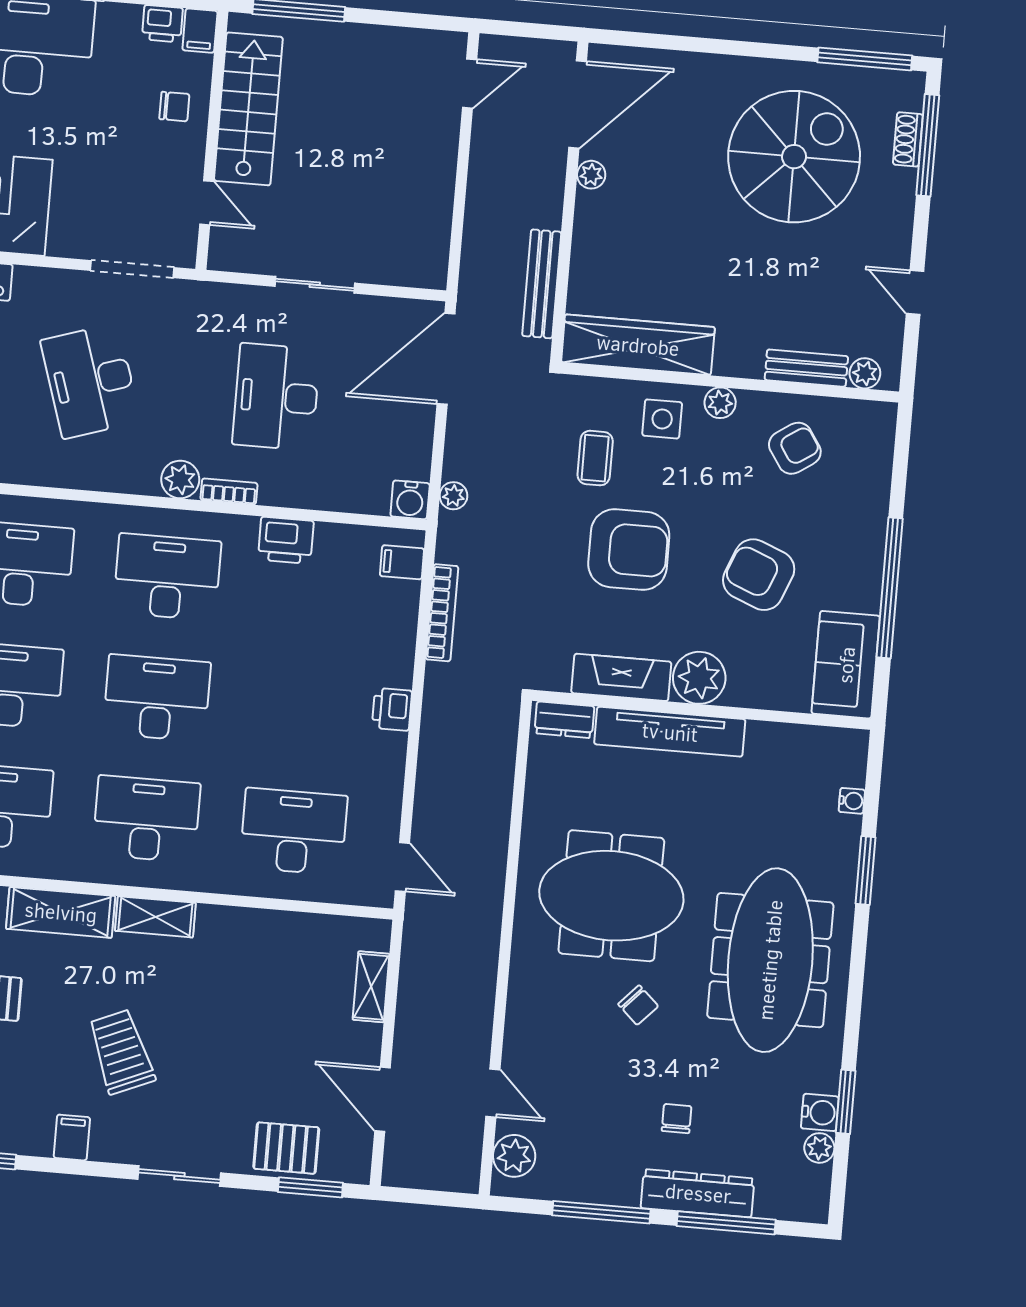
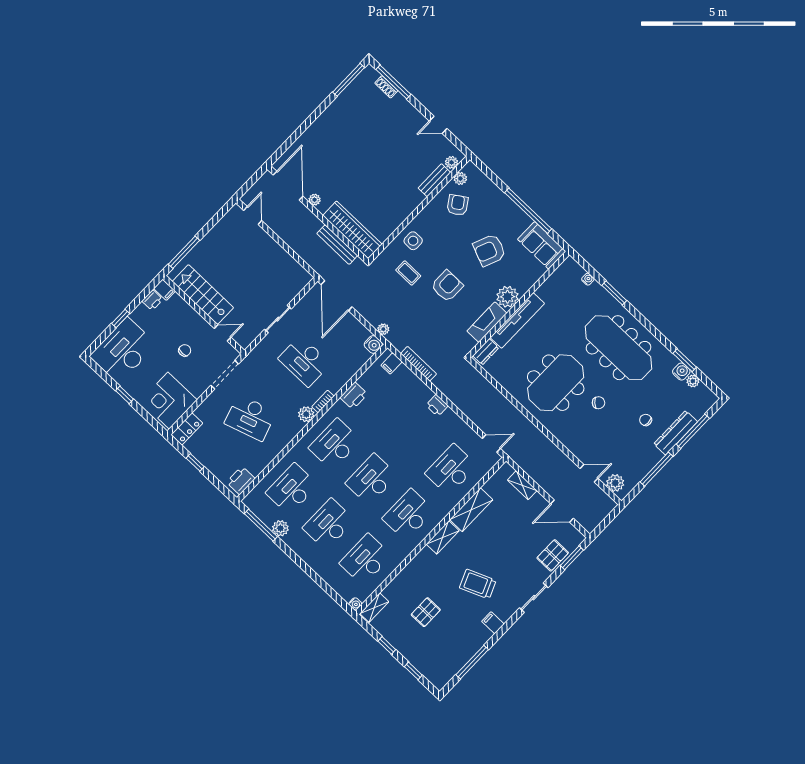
chair: (174, 107) -> (185, 350), moved
spiral stairs: (794, 157) -> (362, 129), removed
wardrobe: (638, 345) -> (352, 230), moved, turned 90
plant: (720, 403) -> (460, 178), moved
armchair: (629, 550) -> (447, 286), width x0.73, depth x0.73
shelving: (61, 912) -> (471, 510), moved

